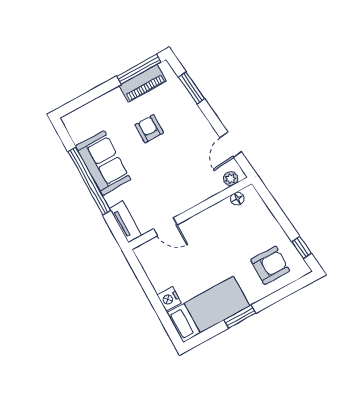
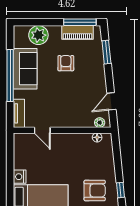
plant: (97, 113) -> (38, 35), added

